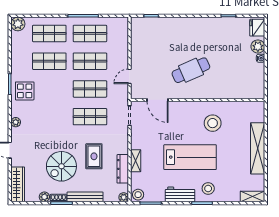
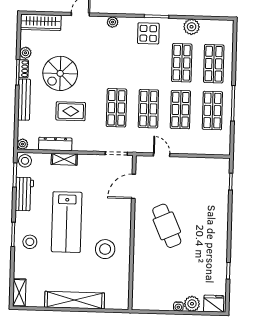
plant: (18, 24) -> (192, 27), moved
spiral stairs: (61, 166) -> (60, 73), turned -90
workbench: (180, 194) -> (24, 194), moved

